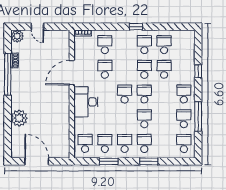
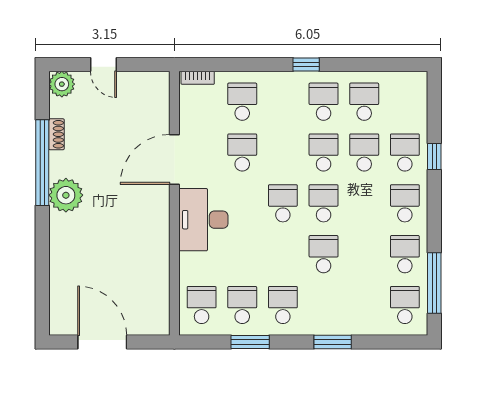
window: (198, 116) -> (434, 283), moved
plant: (19, 118) -> (66, 195), moved
school desk: (144, 143) -> (405, 152), moved

